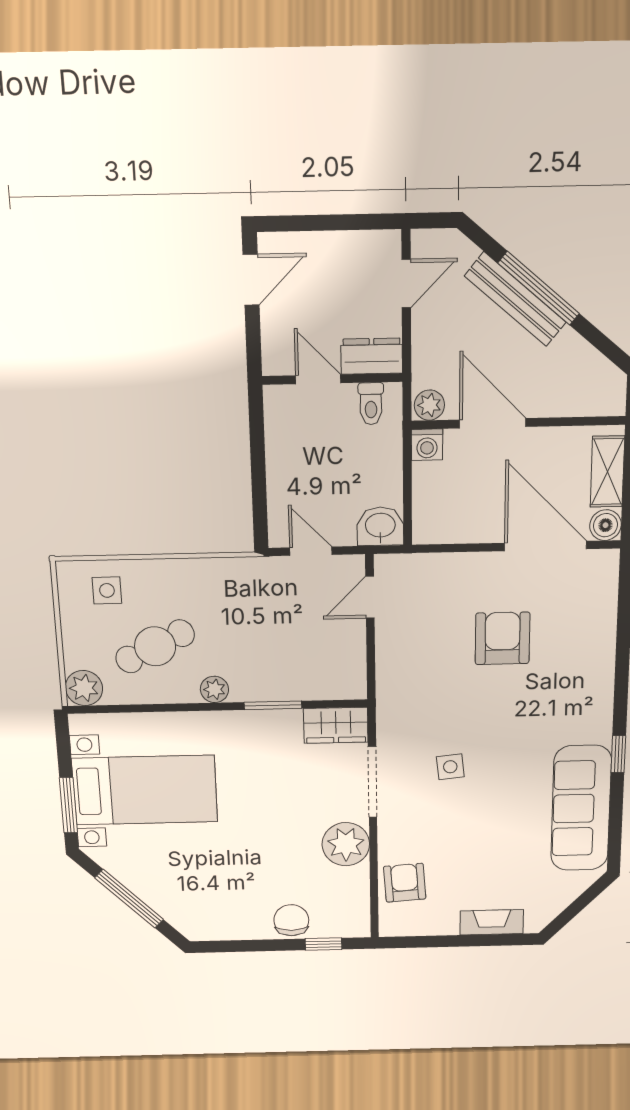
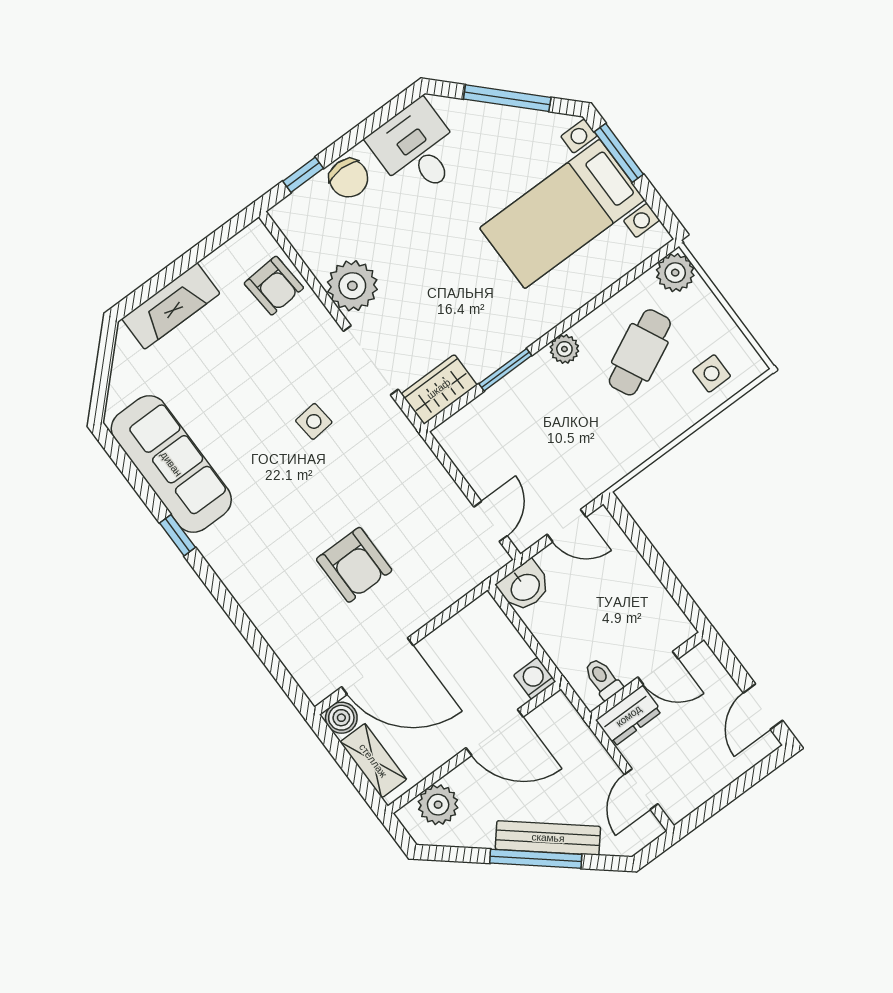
plant: (429, 405) -> (438, 805), moved, width x1.38, depth x1.38
desk: (225, 907) -> (417, 149), added
fireplace: (492, 922) -> (171, 306), width x1.37, depth x1.32

